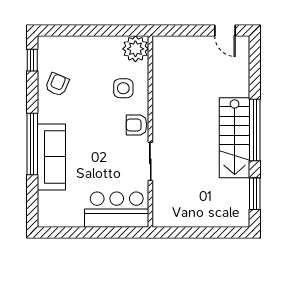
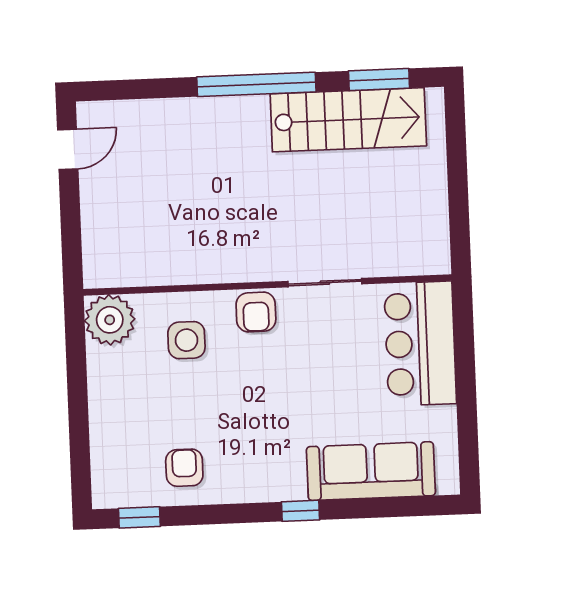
armchair: (57, 84) -> (184, 468), turned 67
stairs: (235, 138) -> (348, 120), moved
window: (32, 144) -> (301, 511), width x0.32
sofa: (51, 157) -> (371, 471), moved

